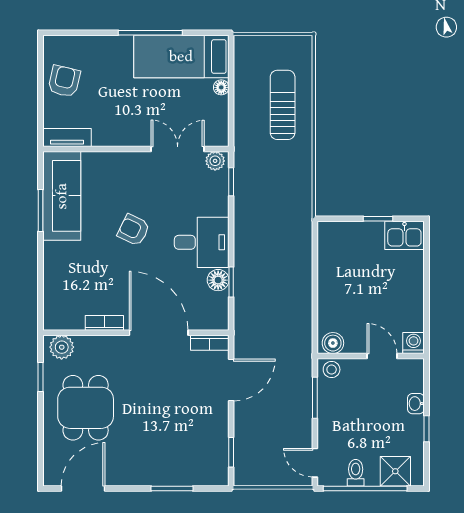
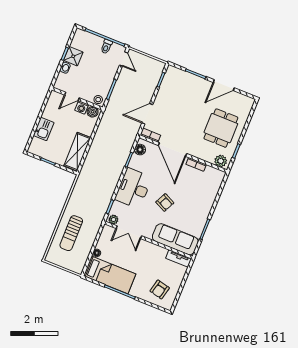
armchair: (64, 81) -> (160, 289), moved
sofa: (62, 196) -> (175, 239), moved, turned 90
kitchen sink: (404, 235) -> (44, 129), moved, turned 90
desk: (202, 242) -> (133, 188), width x1.37
shelving: (332, 259) -> (77, 152), added
floor lamp: (218, 280) -> (140, 150), moved
washing machine: (414, 343) -> (82, 107), moved
door: (382, 356) -> (72, 96), hinge flipped
shower: (395, 471) -> (73, 56), moved
door: (83, 489) -> (224, 85), moved

